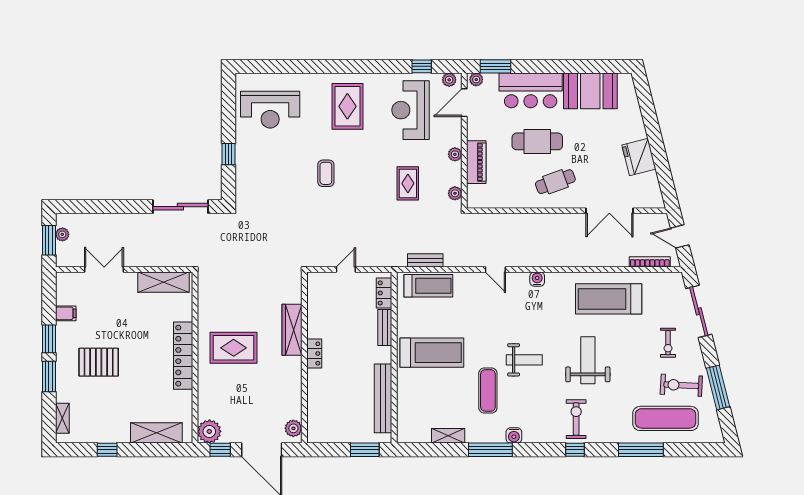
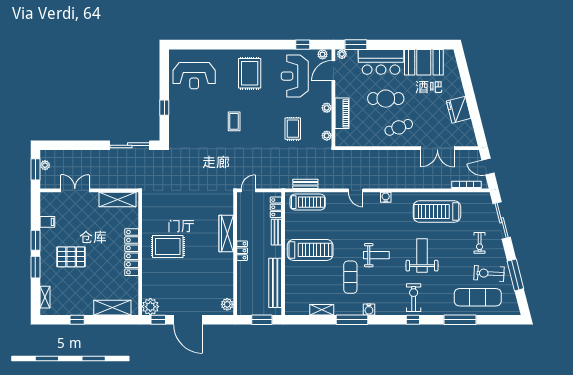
wardrobe: (292, 330) -> (226, 234), moved
locker: (314, 354) -> (242, 251), moved
wall: (304, 358) -> (235, 254), moved
plant: (293, 428) -> (227, 304), moved

